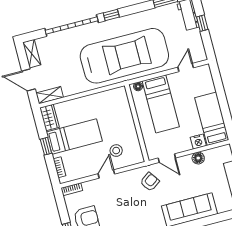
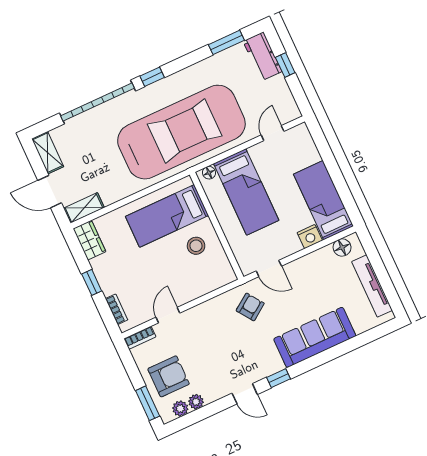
bed: (74, 136) -> (167, 216), moved, turned 180
stool: (116, 151) -> (196, 246), moved
floor lamp: (198, 158) -> (342, 247), moved
door: (106, 174) -> (168, 315), moved

